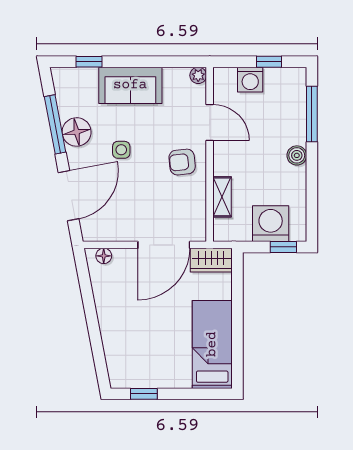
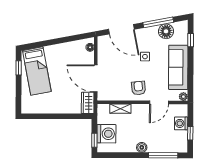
sofa: (130, 85) -> (178, 67), width x1.36
floor lamp: (77, 132) -> (166, 31), moved
bed: (212, 344) -> (37, 71), moved, turned 79

